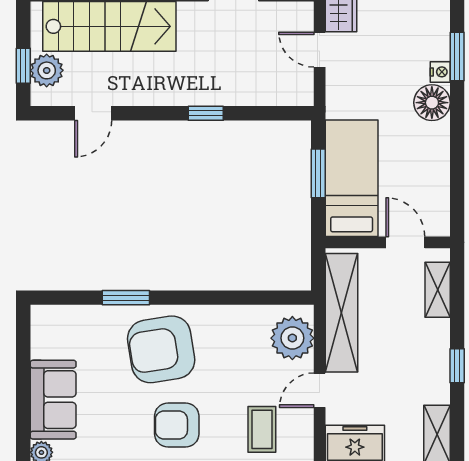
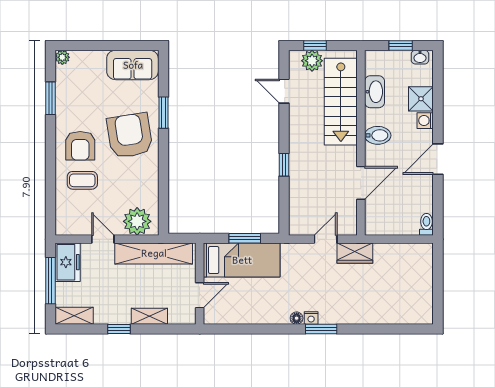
floor lamp: (432, 103) -> (297, 318), width x0.53, depth x0.53
shelving: (438, 290) -> (149, 316), moved
sofa: (53, 400) -> (133, 65), moved
armchair: (177, 425) -> (80, 146), turned 180
coffee table: (262, 429) -> (82, 180), moved

